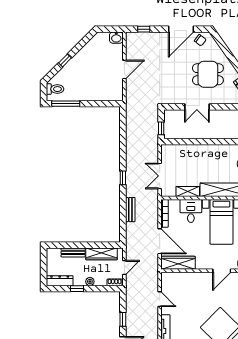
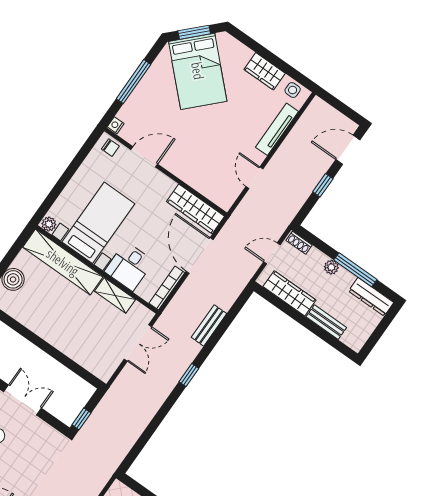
window: (161, 128) -> (81, 419), moved
window: (77, 289) -> (355, 270), width x2.17

